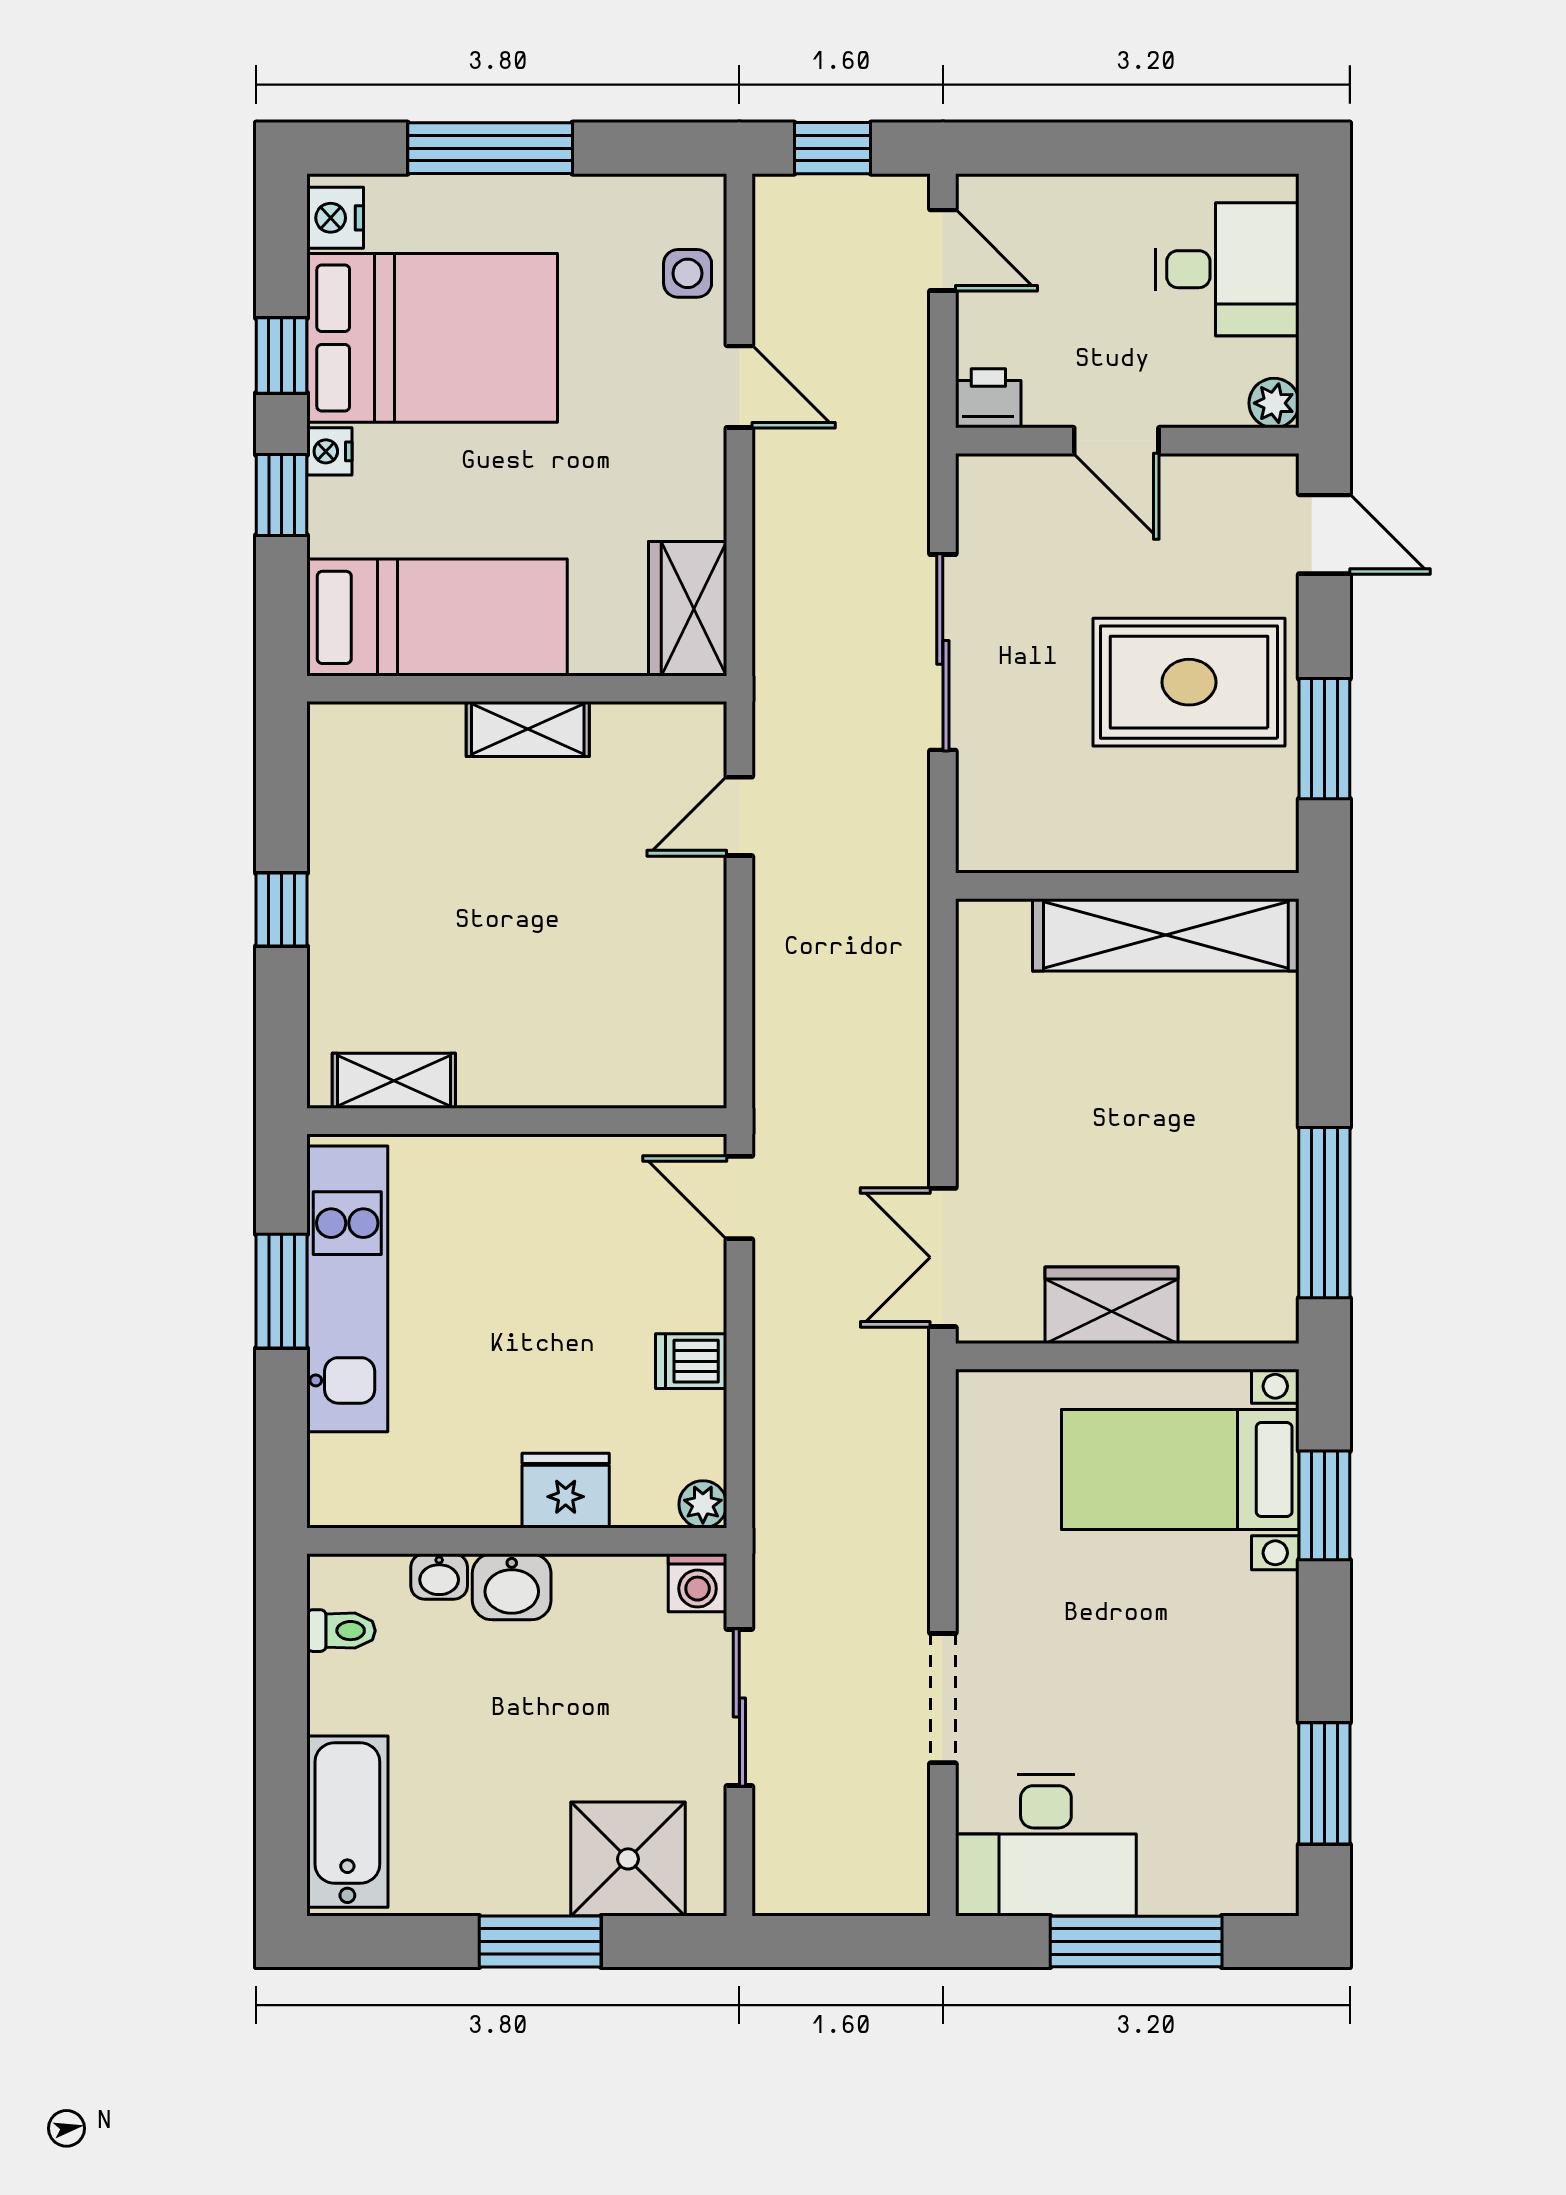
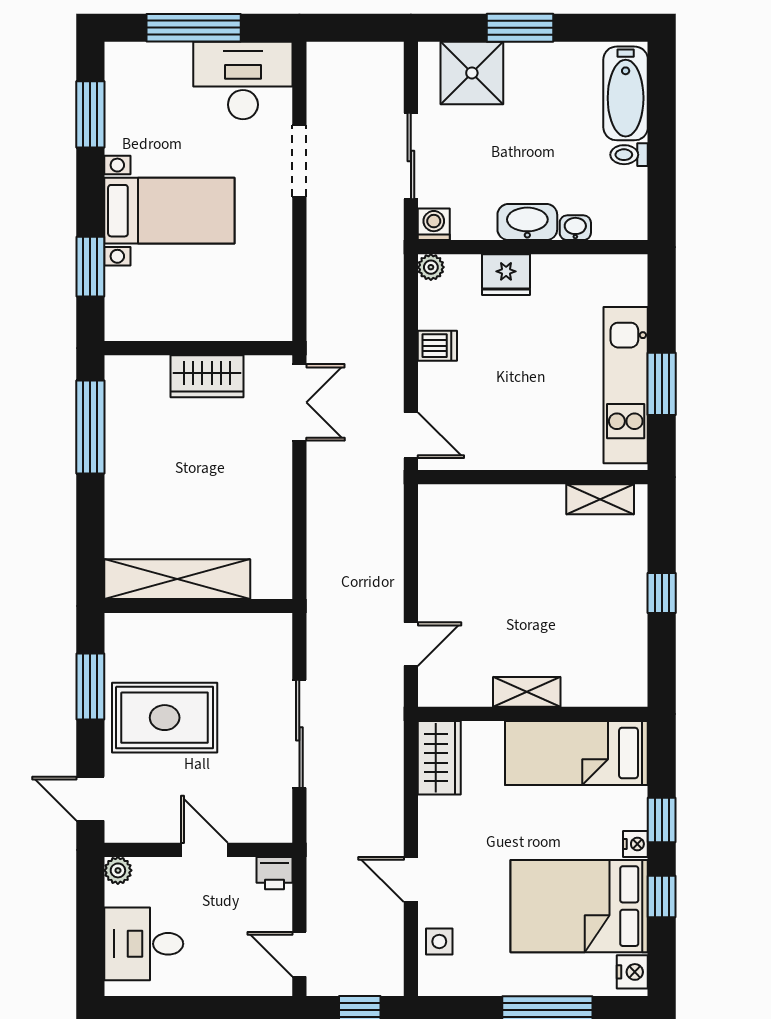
bed with nightstands: (1180, 1470) -> (169, 211), moved
washbasin: (512, 1587) -> (527, 222), width x1.38
toilet: (341, 1631) -> (629, 155), moved

